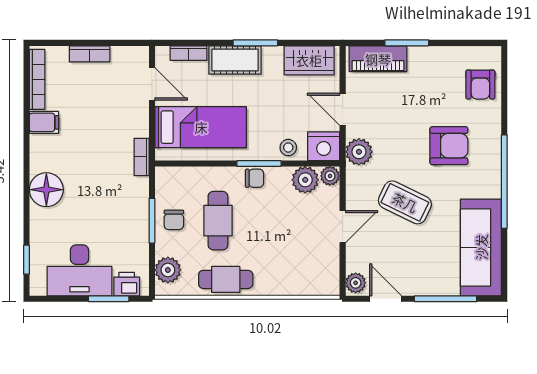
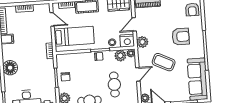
door: (343, 109) -> (134, 24), hinge flipped
cafe table: (218, 221) -> (114, 84), moved

